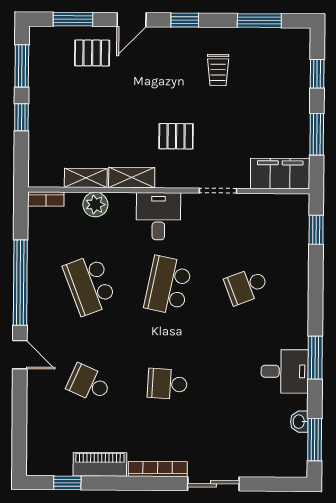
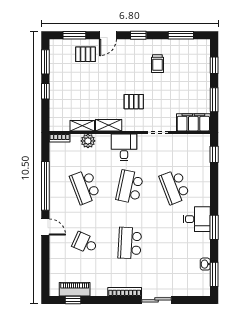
school desk: (246, 286) -> (175, 187), width x1.85
desk: (285, 371) -> (197, 219), moved
school desk: (167, 384) -> (130, 243), width x1.85
piano: (100, 464) -> (75, 289), moved

